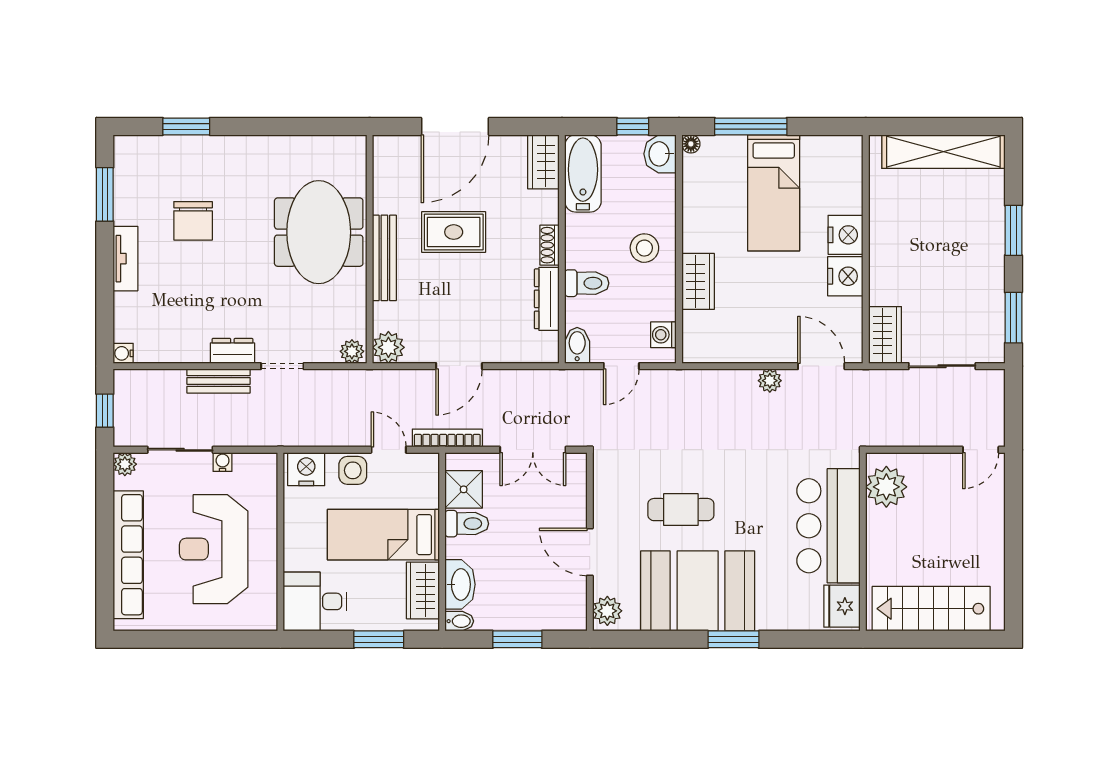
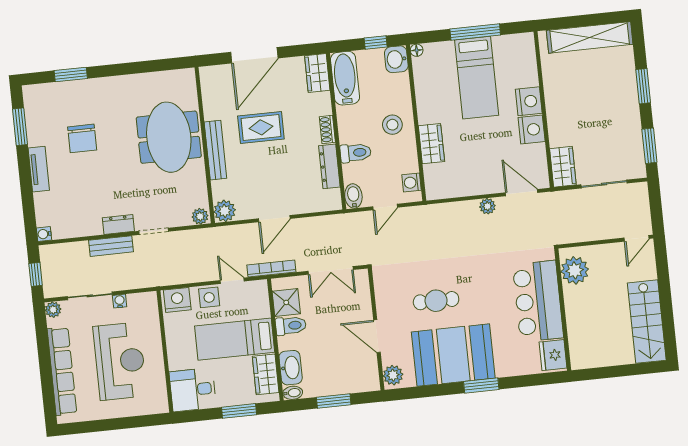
window: (751, 126) -> (475, 32), moved
reception desk: (214, 549) -> (120, 361), turned 180
stairs: (931, 609) -> (647, 322), moved, turned -90

